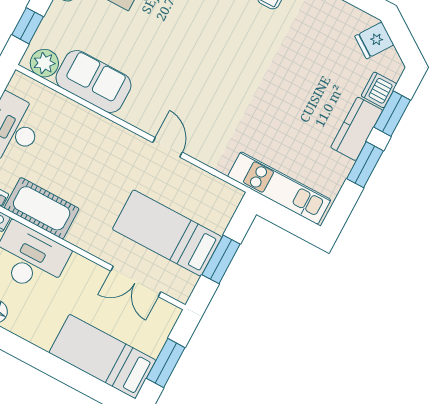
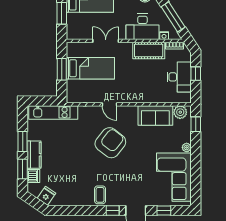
armchair: (204, 76) -> (110, 143), added
double door: (136, 281) -> (106, 41), moved

